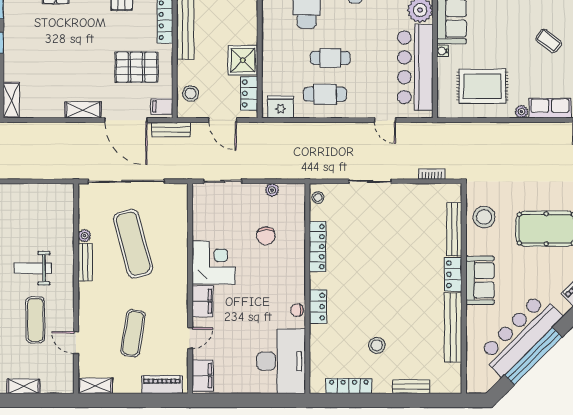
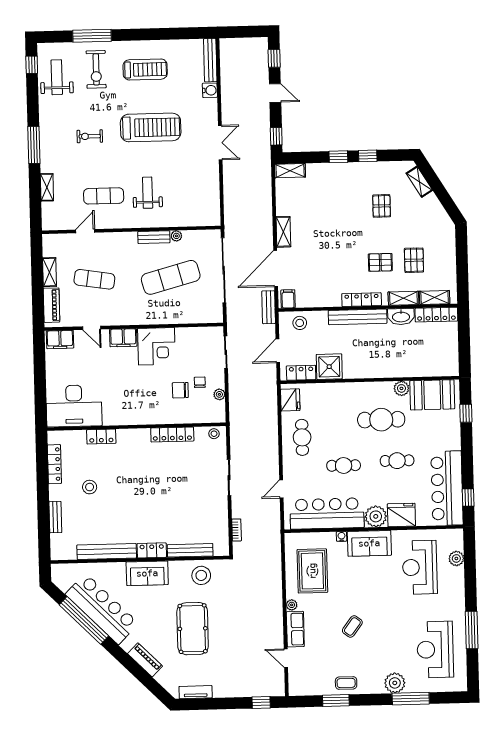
cafe table: (330, 58) -> (344, 465), moved, turned 90
pallet: (137, 67) -> (321, 276), removed
locker: (318, 307) -> (101, 437), moved
chair: (297, 310) -> (200, 382), moved
shelving: (95, 386) -> (50, 272), moved

